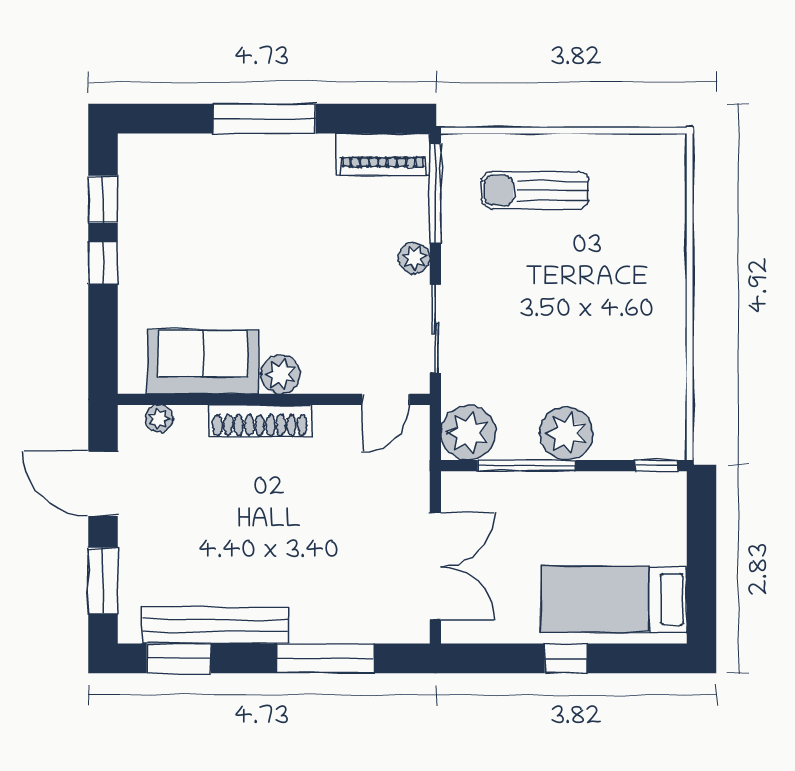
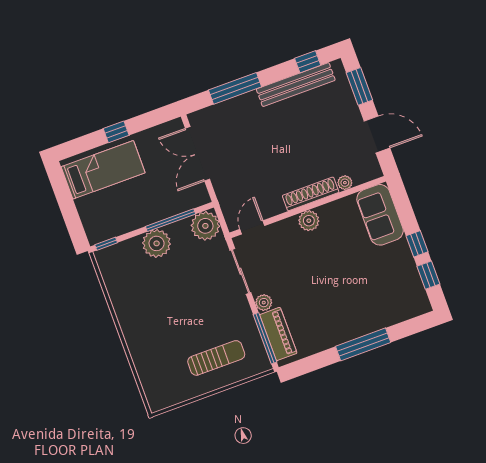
piano: (383, 154) -> (278, 334), moved, turned 90
sofa: (203, 362) -> (380, 215), moved, turned 90
plant: (159, 419) -> (345, 183), moved
window: (179, 658) -> (308, 62), width x0.67

